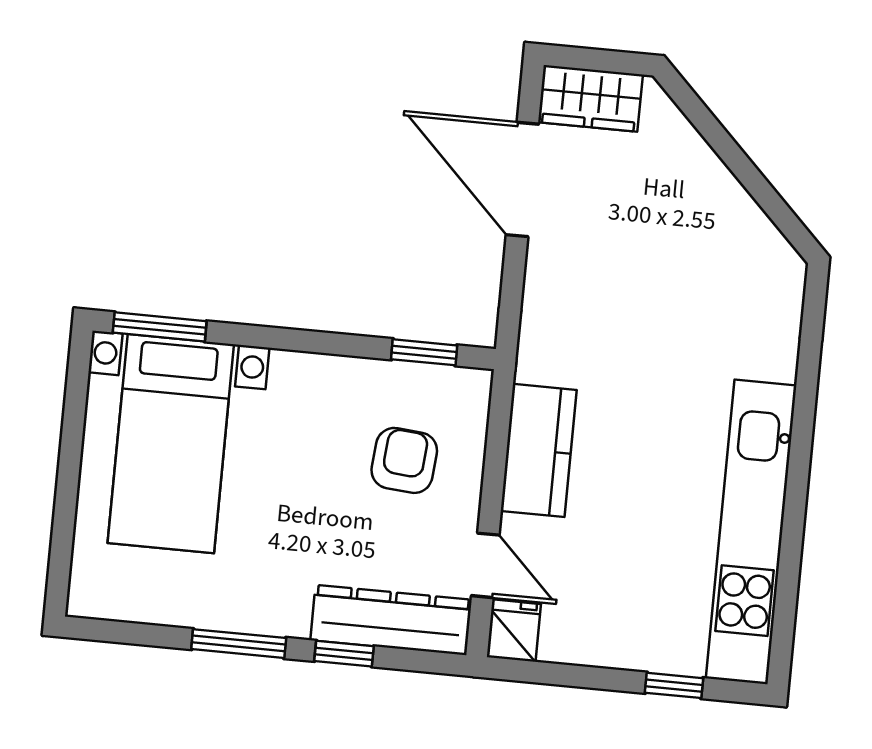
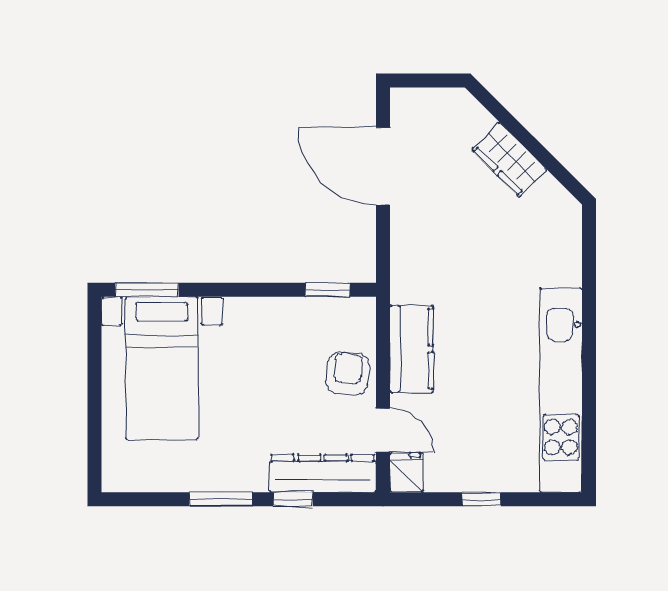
wardrobe: (590, 98) -> (509, 159), moved, turned 45
armchair: (404, 460) -> (348, 374), moved
window: (674, 685) -> (481, 499), moved

